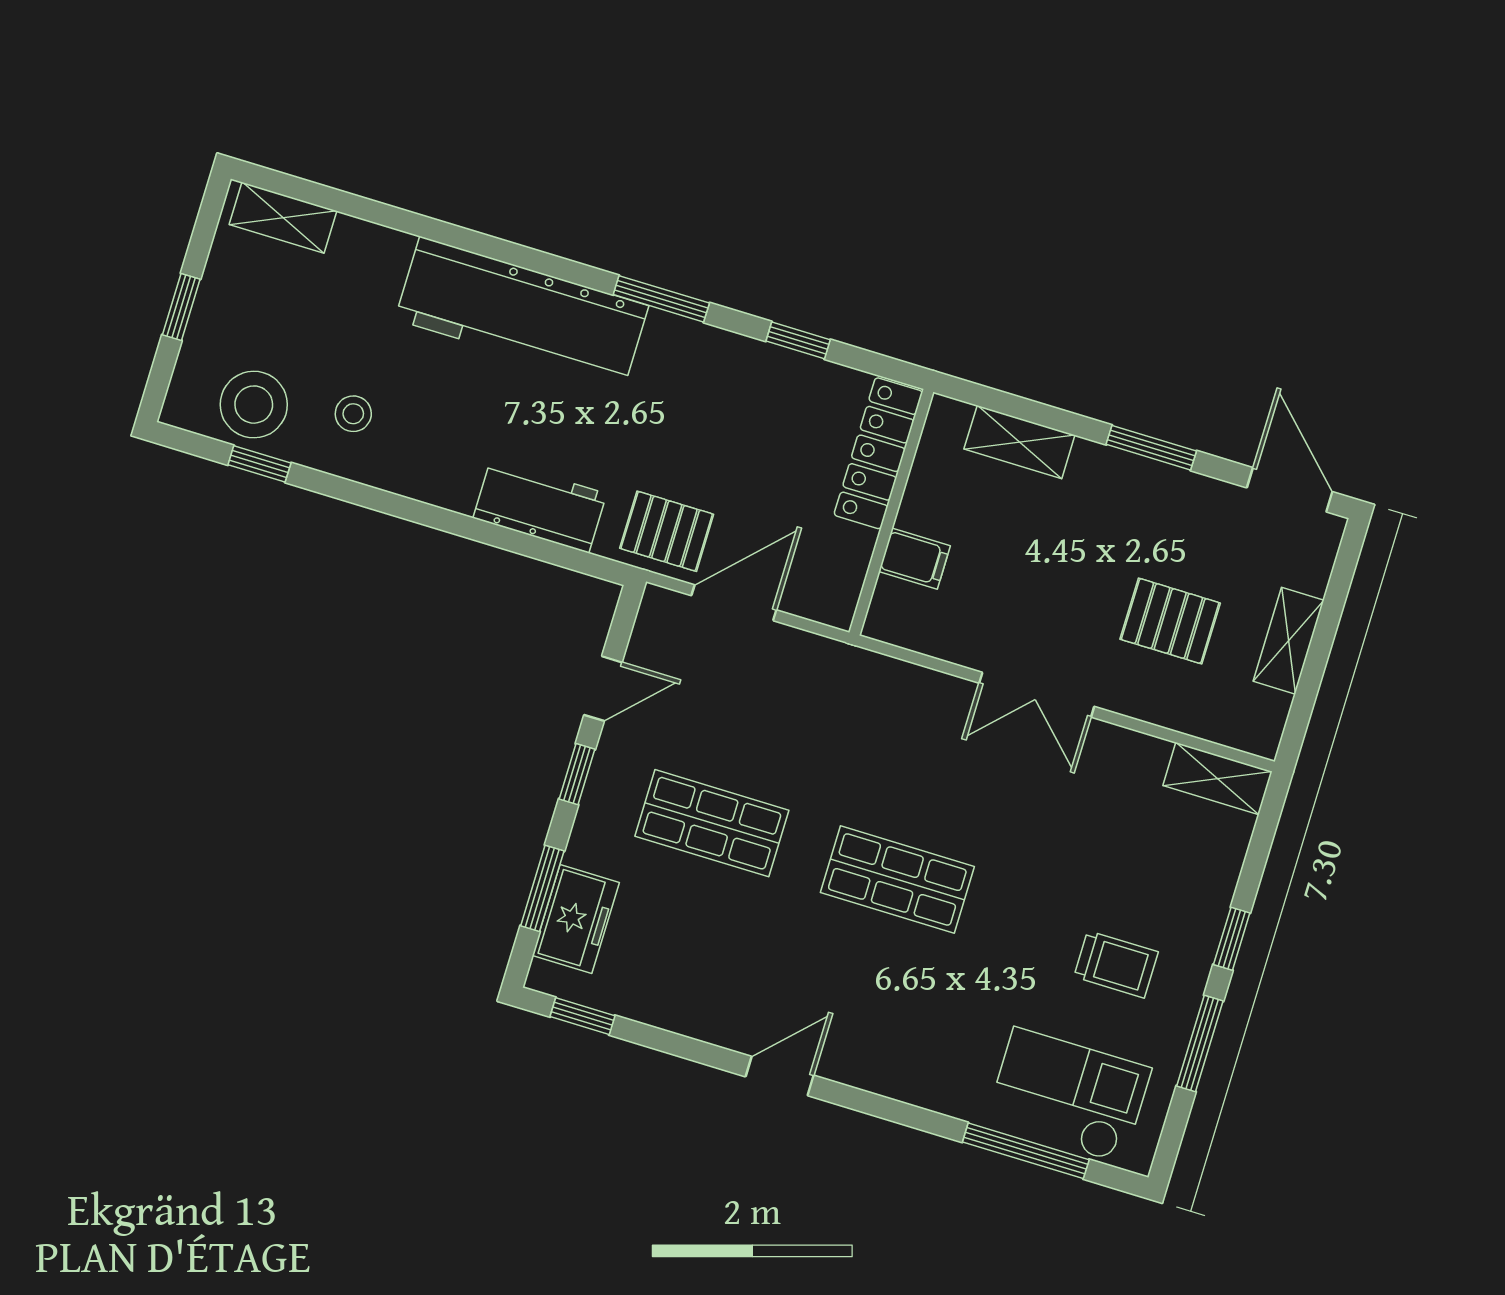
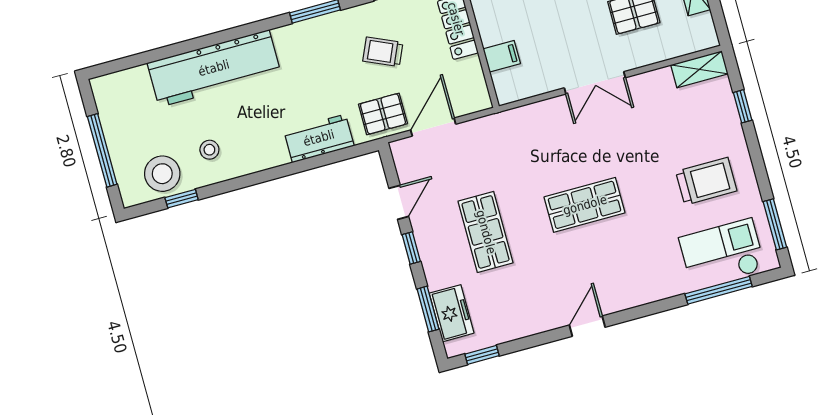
shelving: (283, 218) -> (123, 82), removed
window: (181, 307) -> (102, 150), width x2.17
workbench: (522, 312) -> (214, 68), moved
trolley: (729, 432) -> (383, 52), added
shop shelf: (712, 823) -> (486, 232), turned 90
window: (1232, 939) -> (743, 106), moved
trolley: (1116, 964) -> (706, 181), width x1.36, depth x1.39
window: (1200, 1043) -> (775, 224), moved

